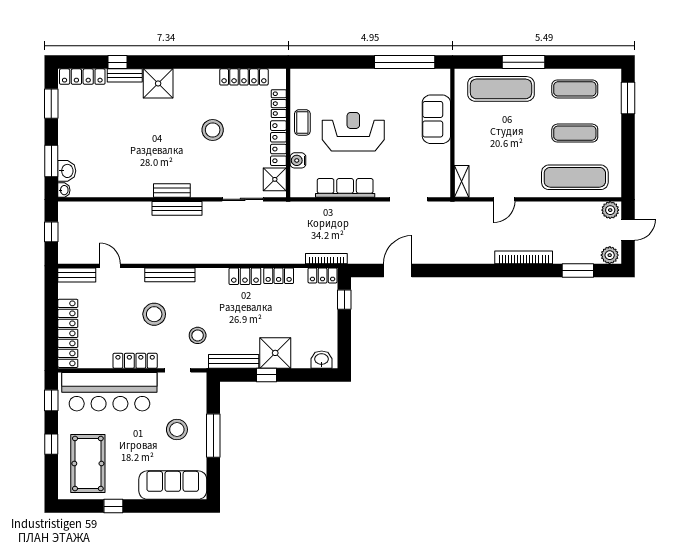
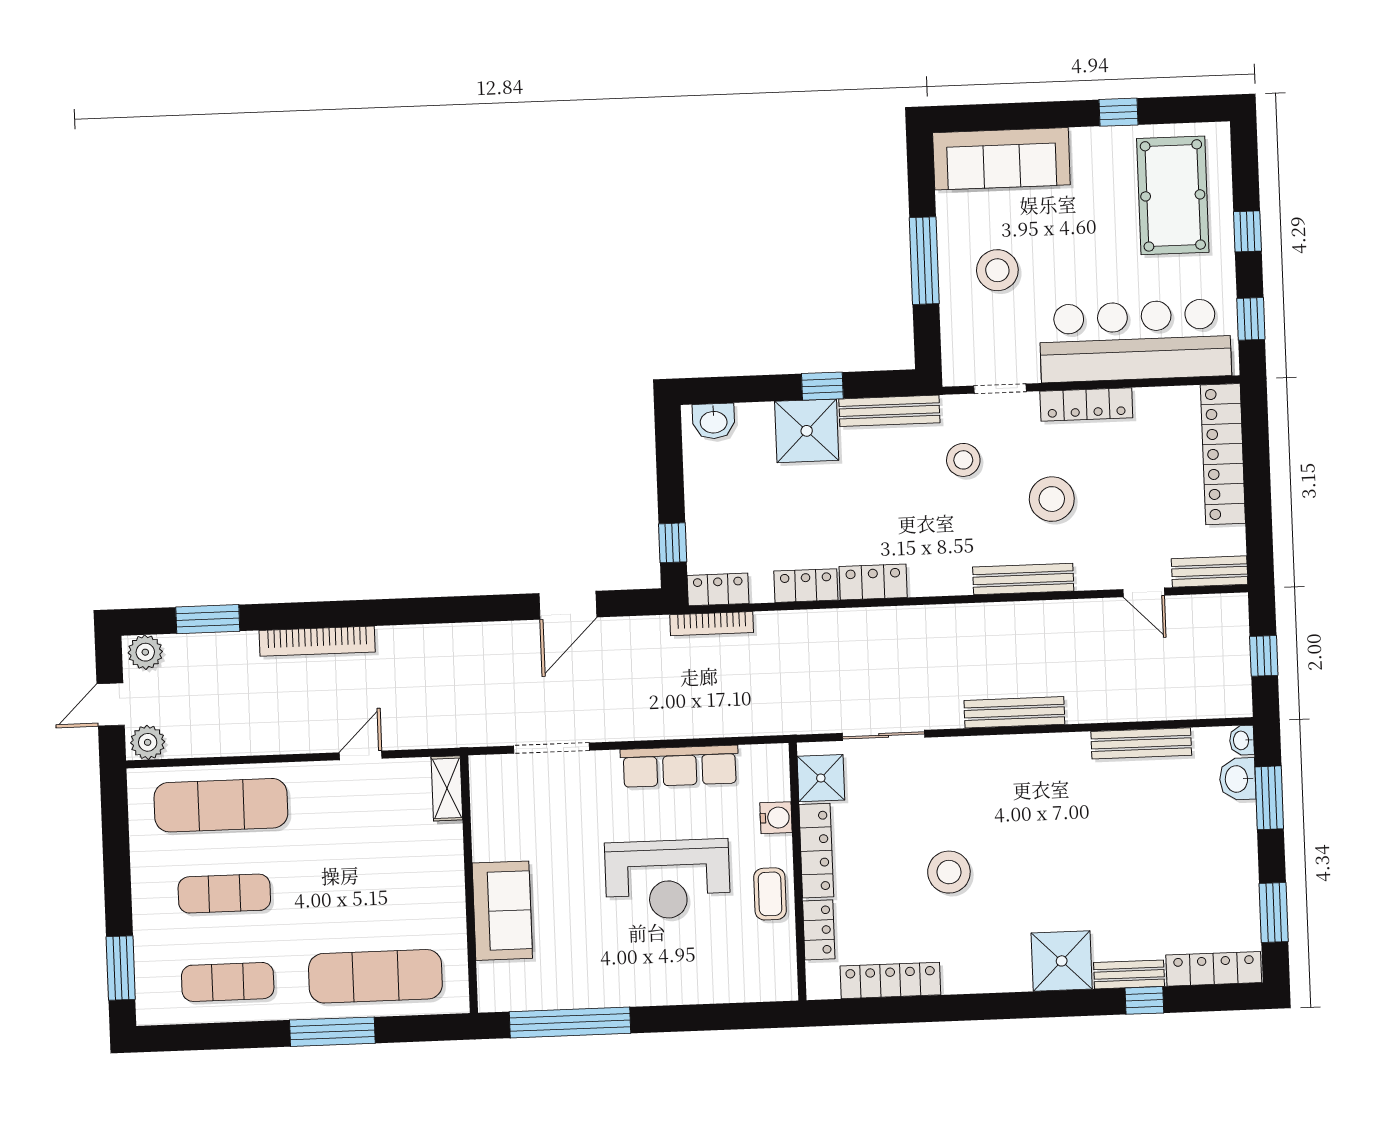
bench: (172, 191) -> (1141, 743), moved, width x1.36

